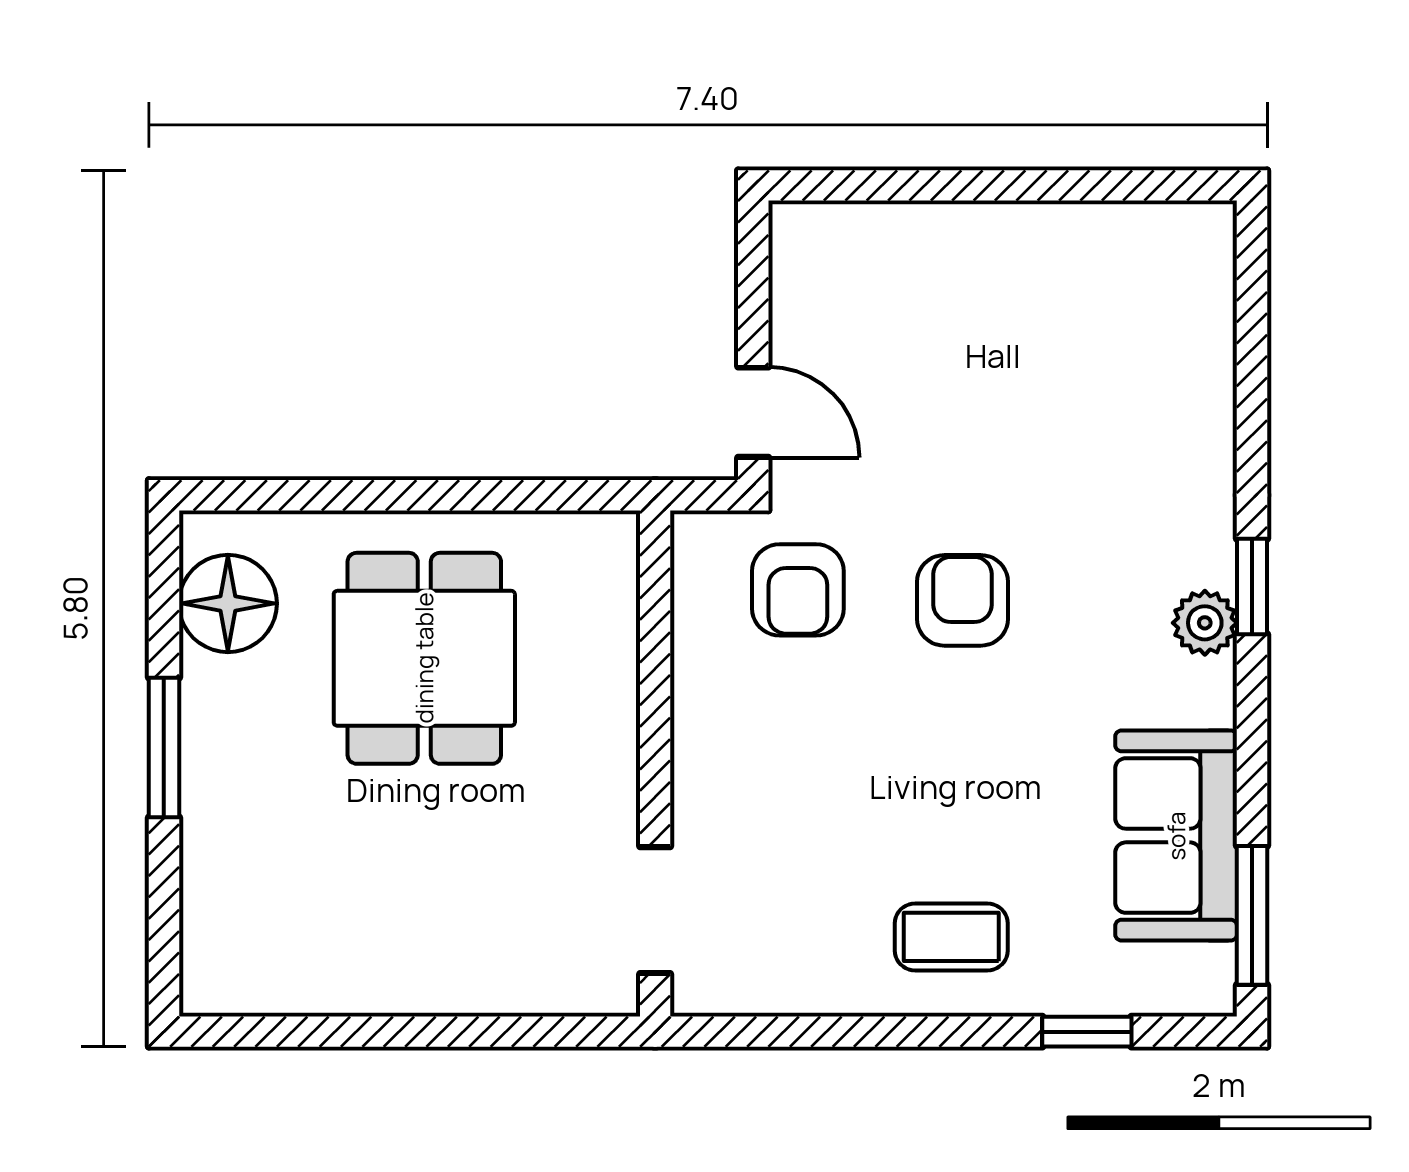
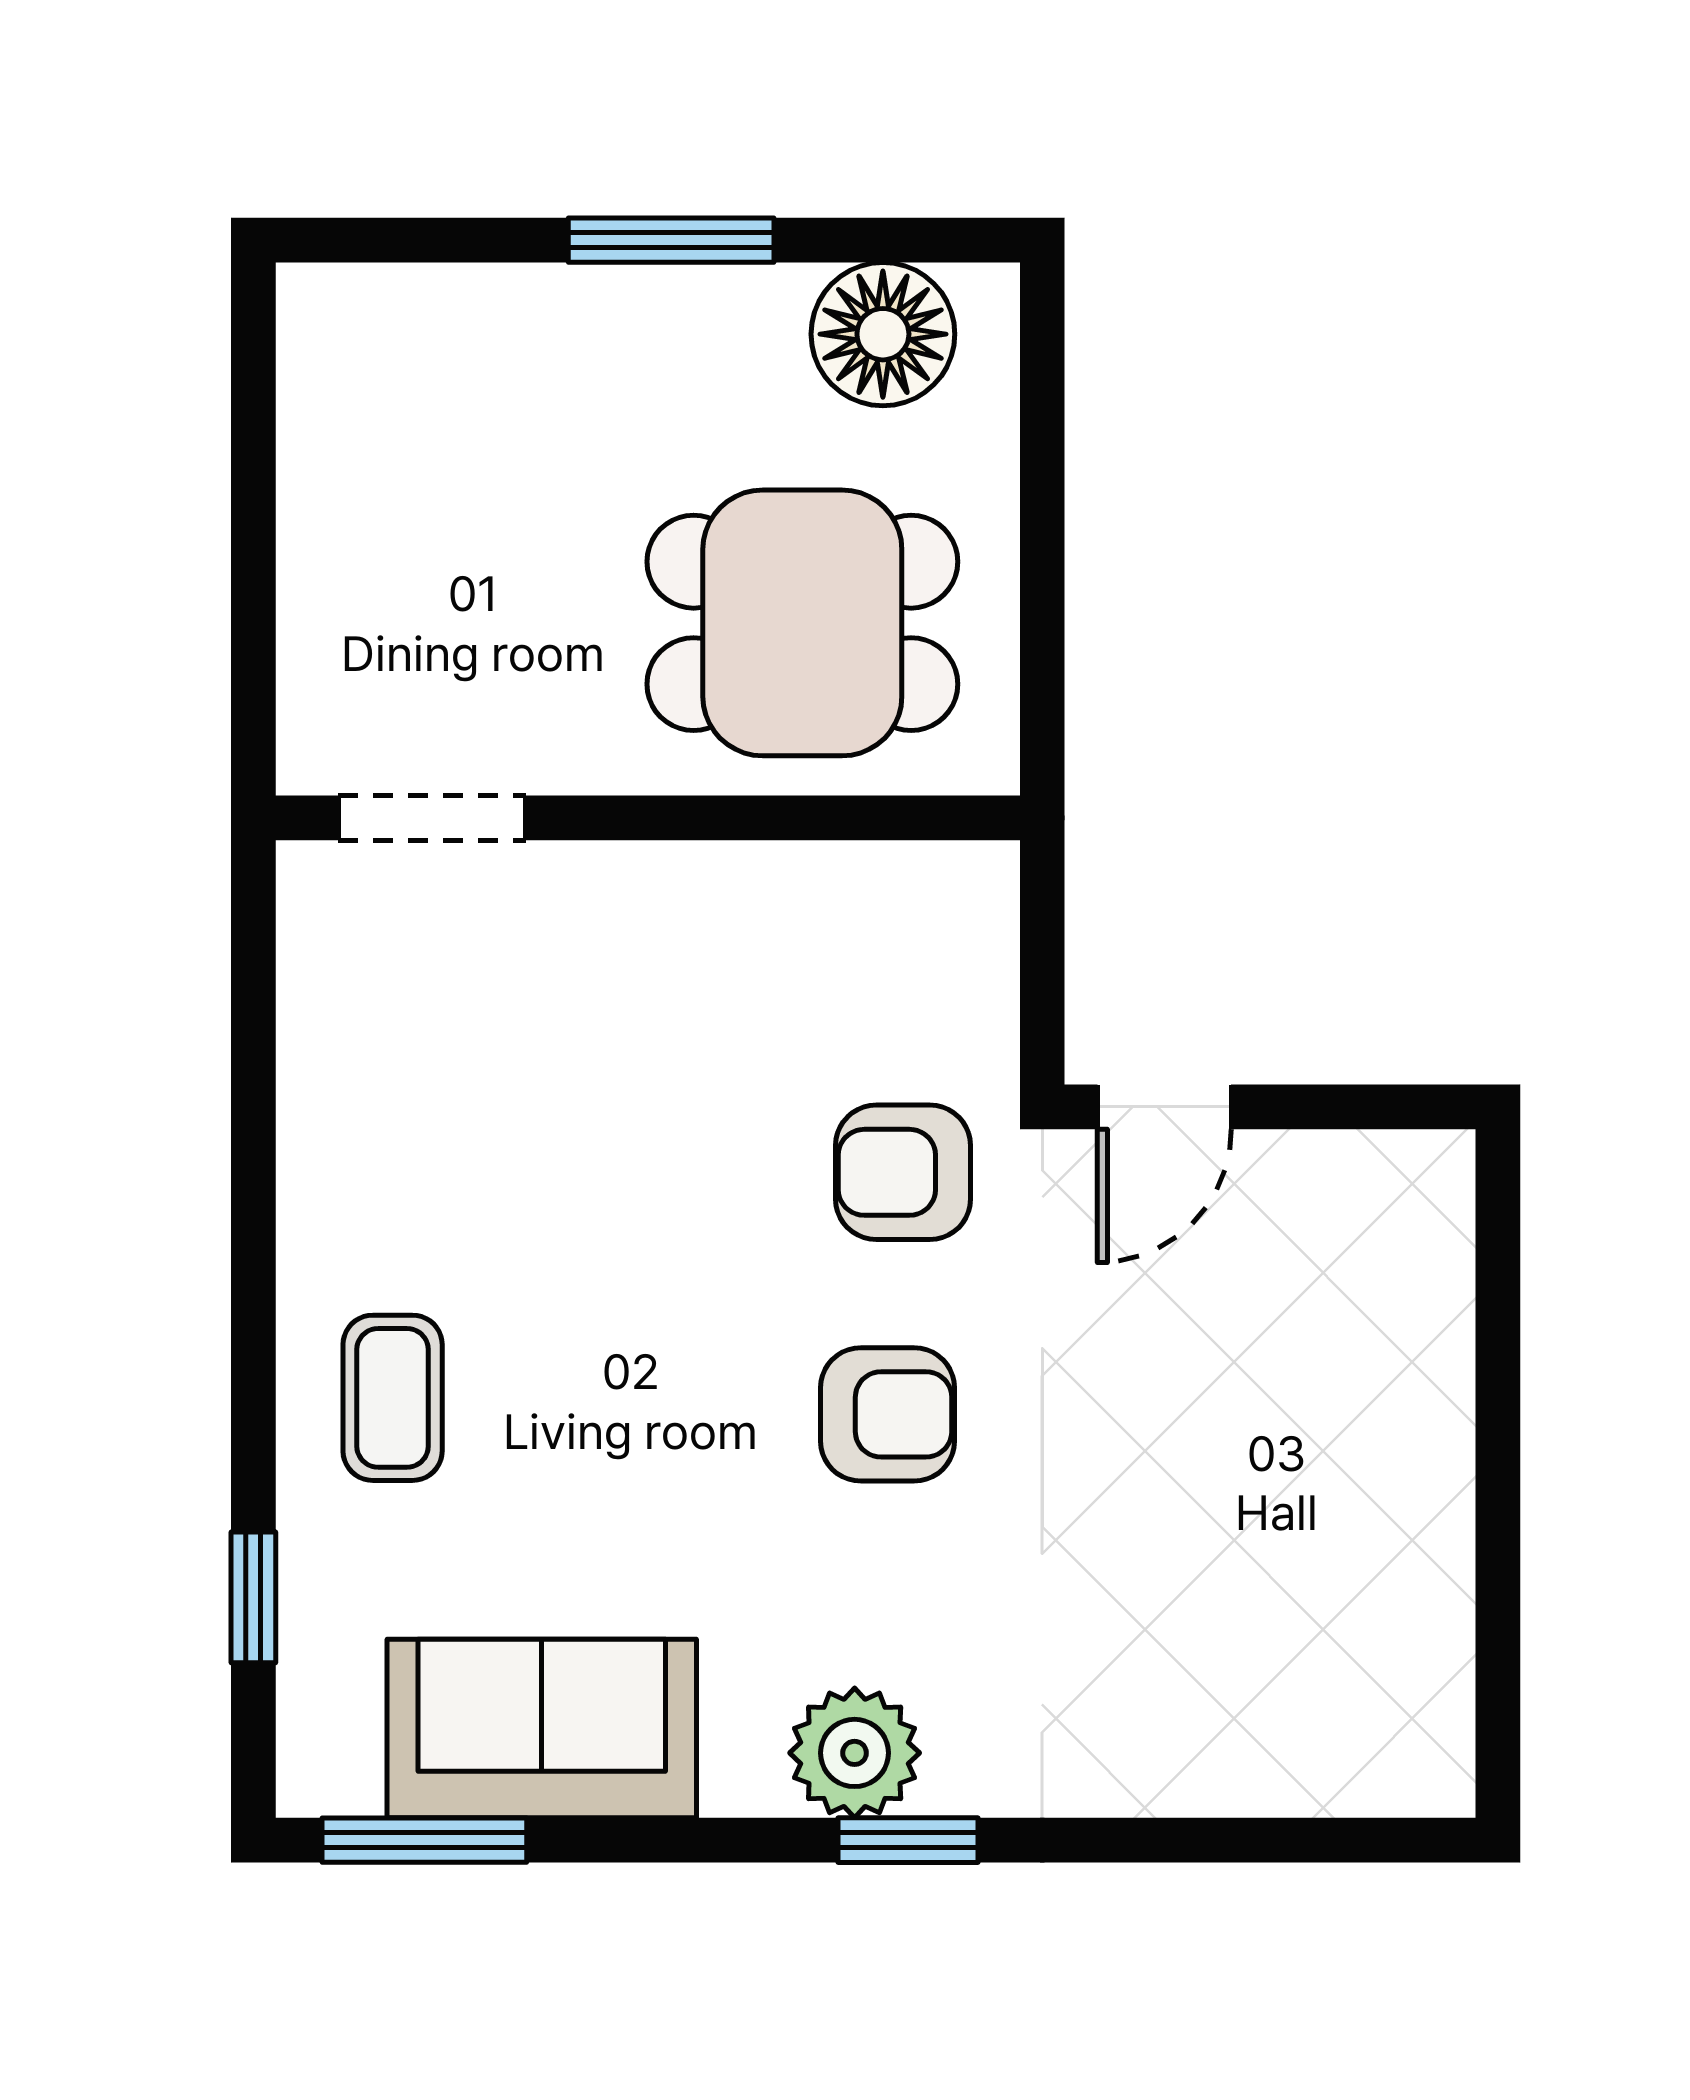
plant: (1205, 623) -> (855, 1753), width x1.38, depth x1.38
wall: (655, 763) -> (648, 818), moved
doorway: (655, 910) -> (432, 818), moved

